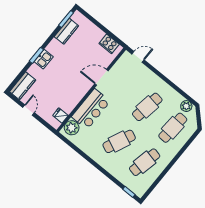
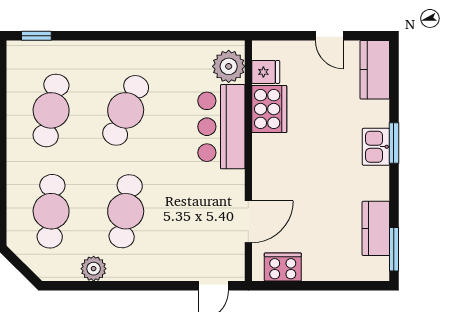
door: (101, 77) -> (248, 222), moved
cooker: (70, 102) -> (269, 109), added
plant: (186, 106) -> (94, 269), moved

